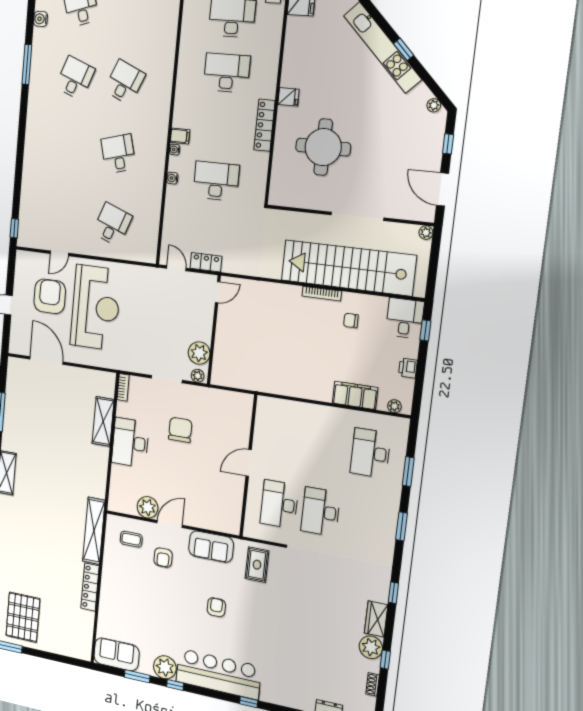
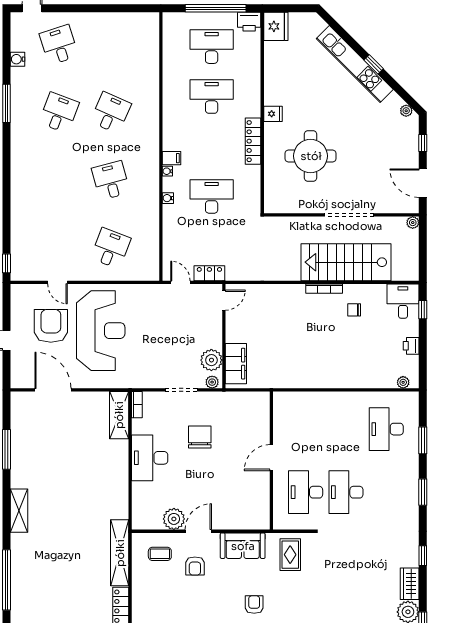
door: (59, 253) -> (57, 282), hinge flipped
stairs: (348, 268) -> (346, 262), width x0.73
filing cabinet: (355, 395) -> (236, 364), moved, turned 90
shelving: (103, 421) -> (119, 415), moved

